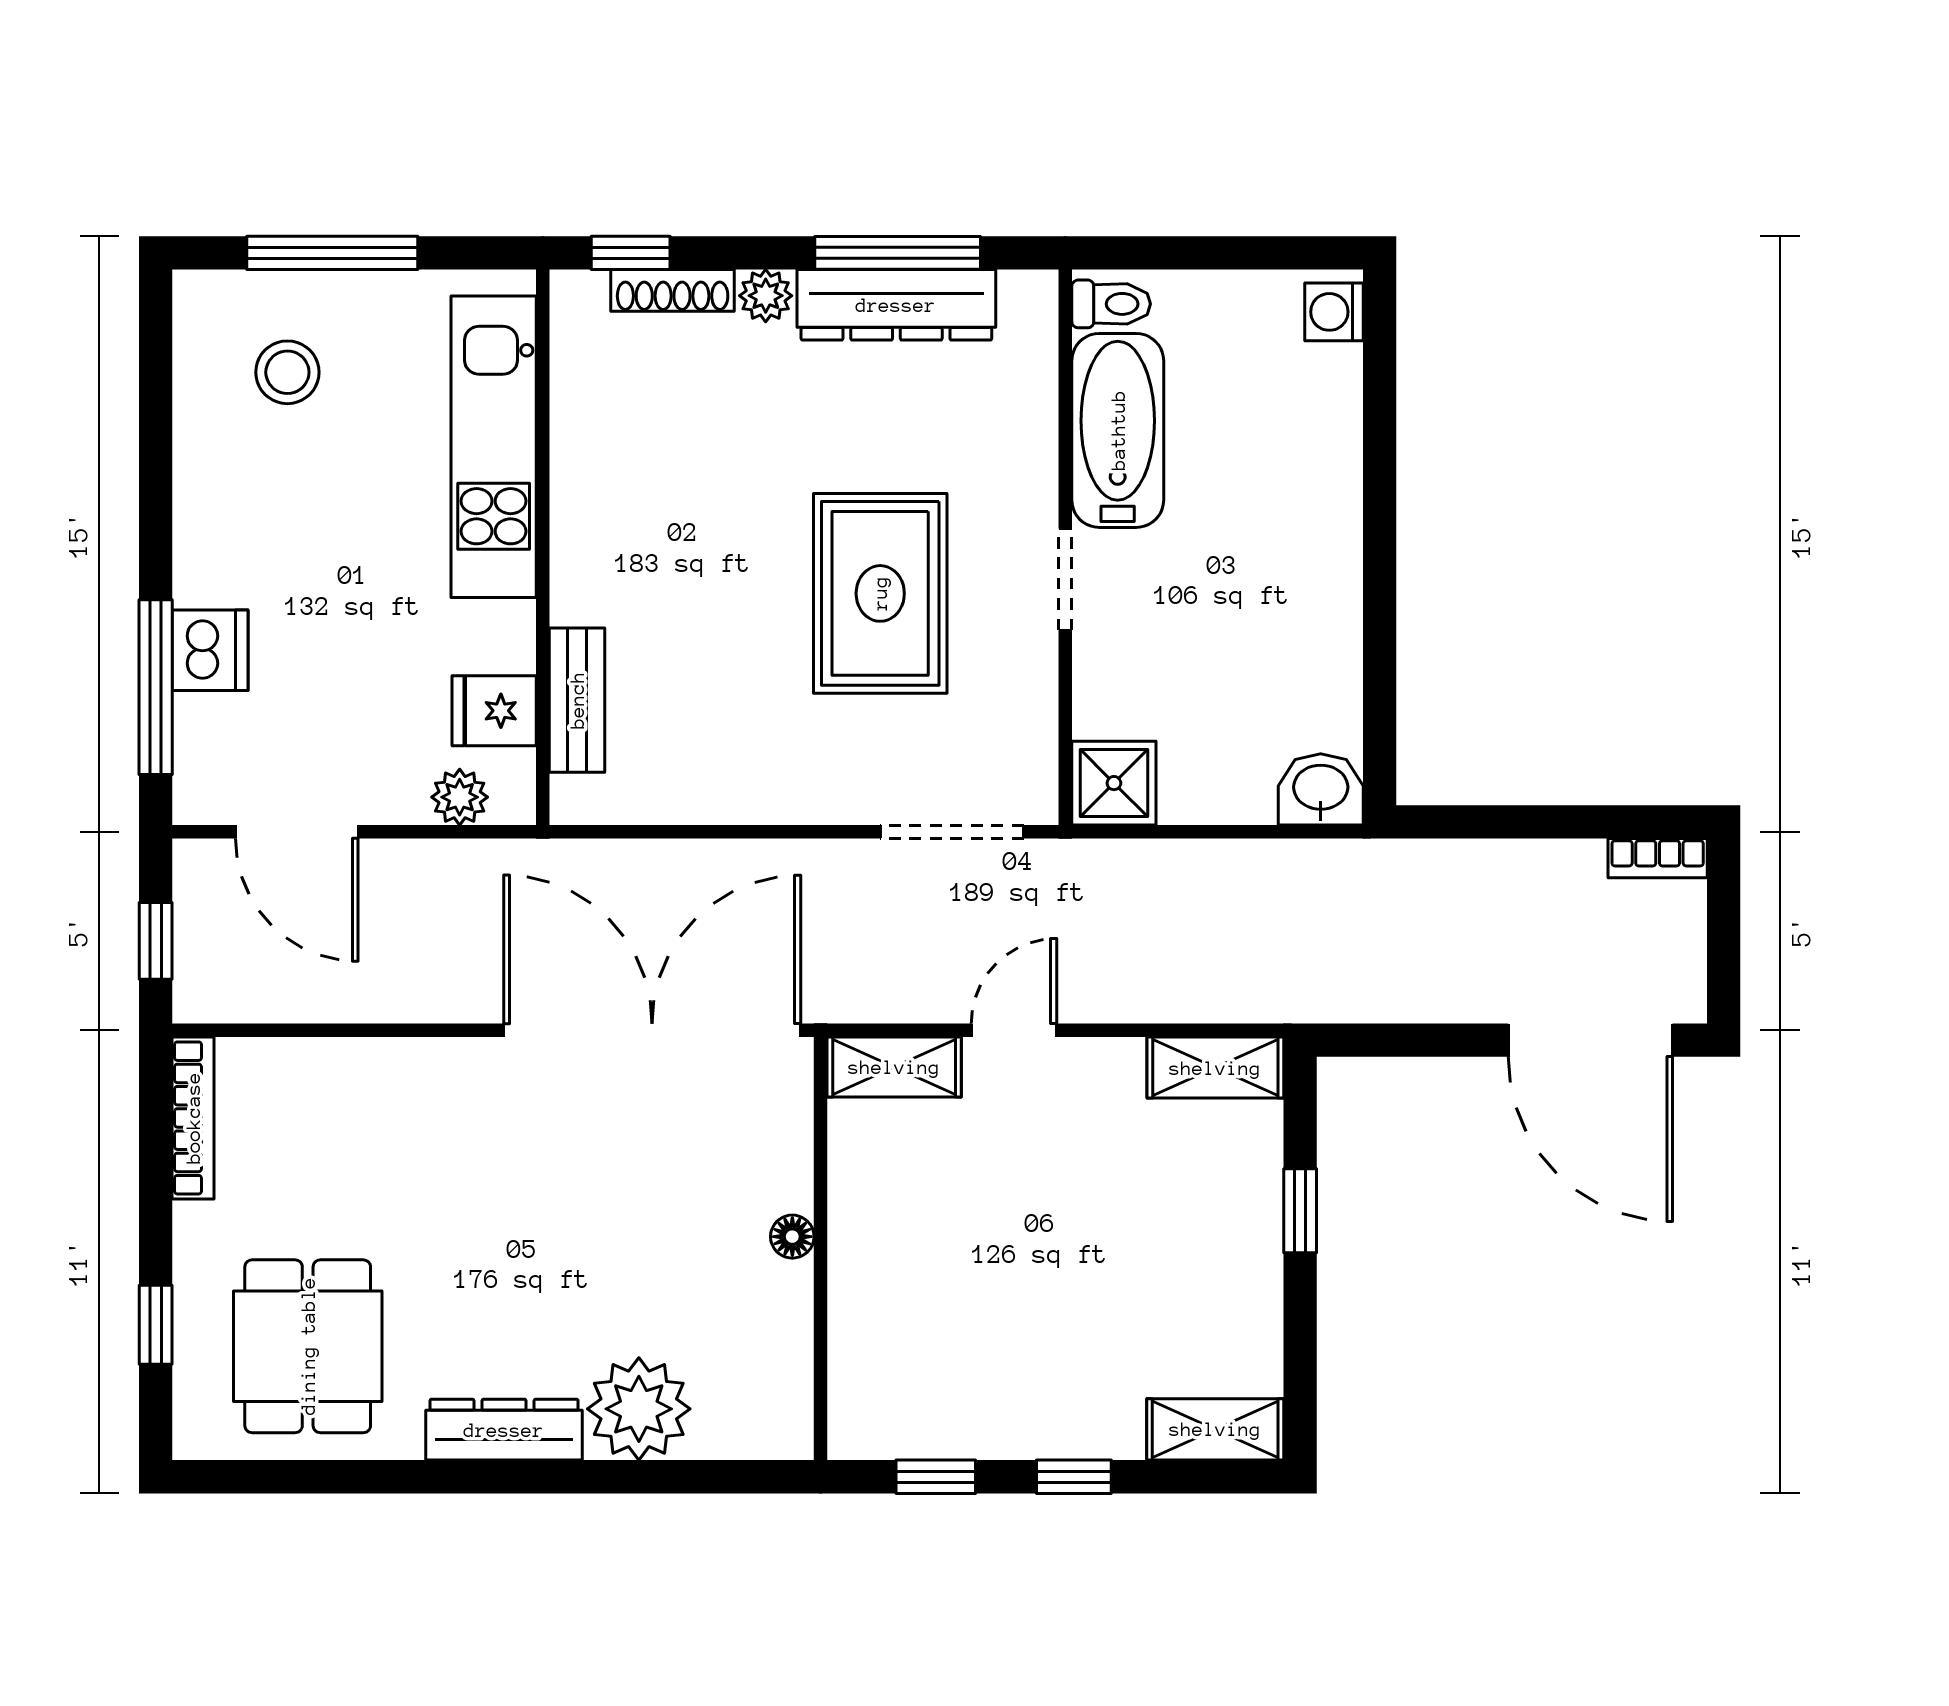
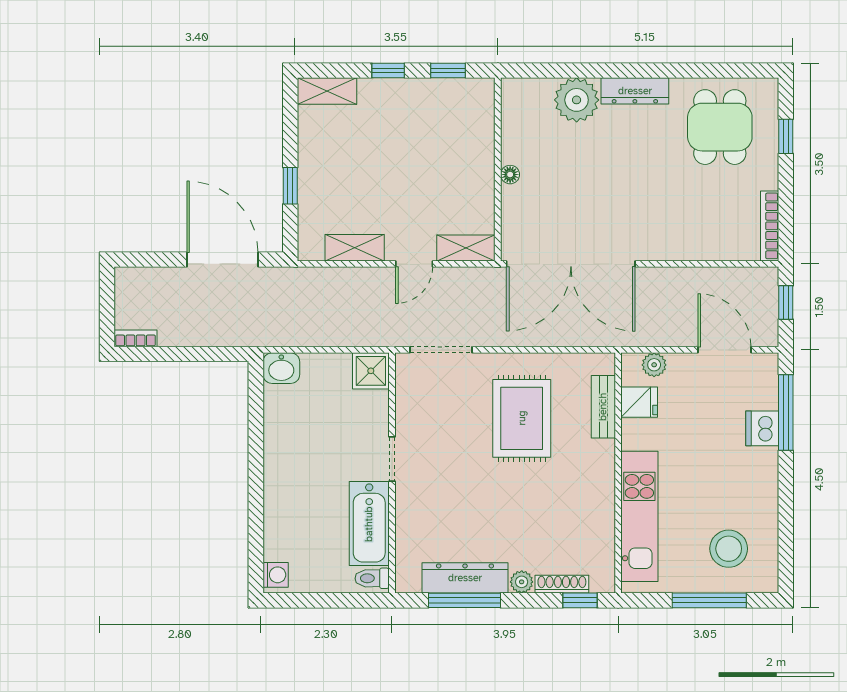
stool: (287, 372) -> (729, 549), width x1.38, depth x1.38
rug: (880, 593) -> (522, 418), moved
door: (1590, 1040) -> (222, 260), moved
shelving: (1215, 1068) -> (355, 248), moved

